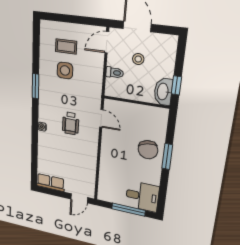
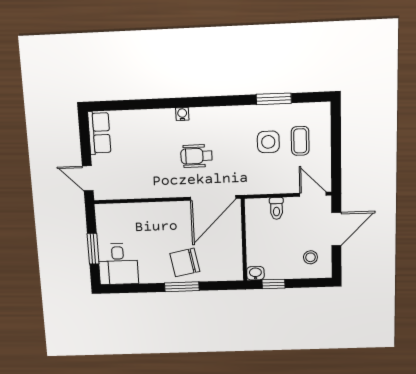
stool: (138, 59) -> (310, 257), moved
window: (35, 86) -> (274, 99), moved
washbasin: (163, 92) -> (255, 273), width x0.52, depth x0.69
door: (101, 118) -> (213, 198), width x1.87
window: (128, 210) -> (93, 249), width x0.69

